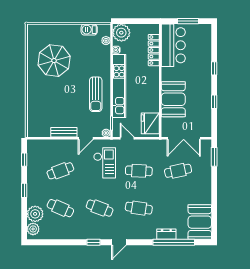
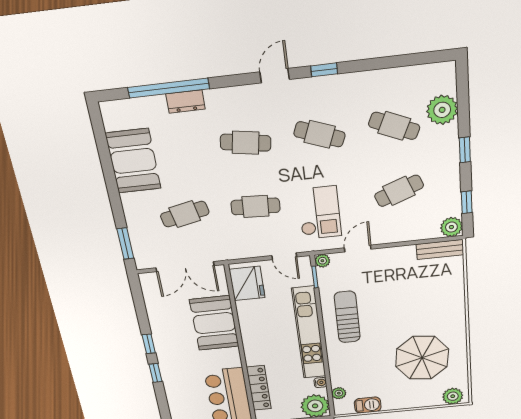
plant: (37, 30) -> (453, 396), added
window: (214, 102) -> (149, 344), moved
bench: (64, 132) -> (440, 250), moved
double door: (184, 138) -> (185, 267), swing flipped
checkout: (105, 163) -> (319, 213), turned 180
booth: (200, 222) -> (133, 161), moved
plant: (33, 229) -> (451, 227), moved

